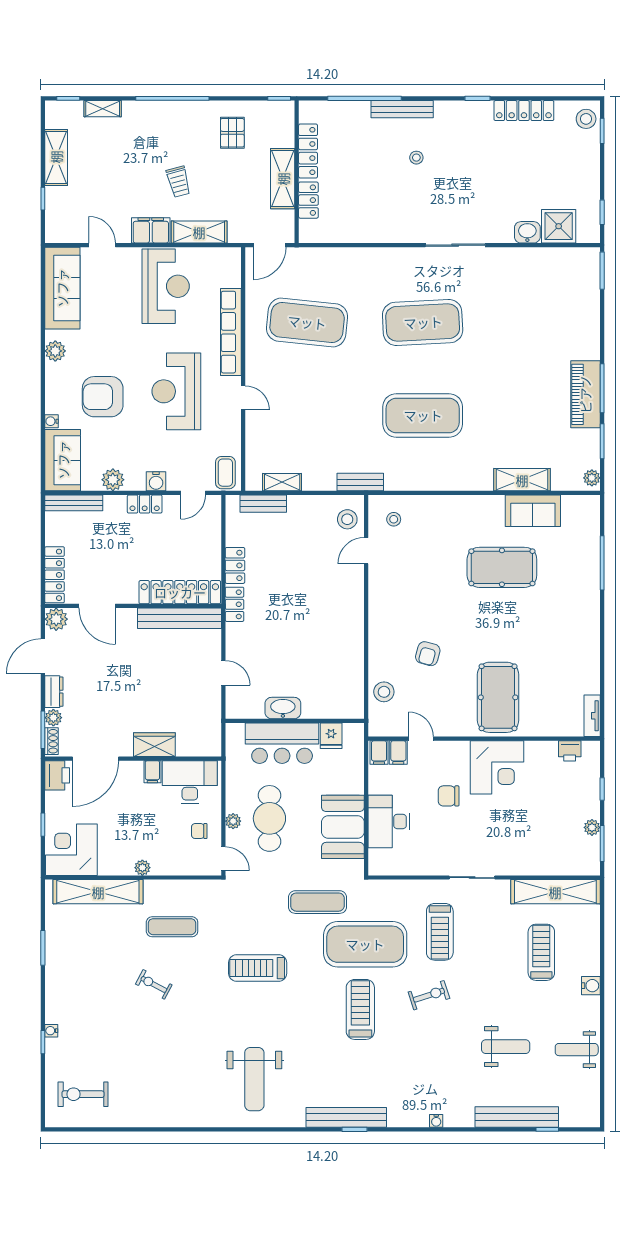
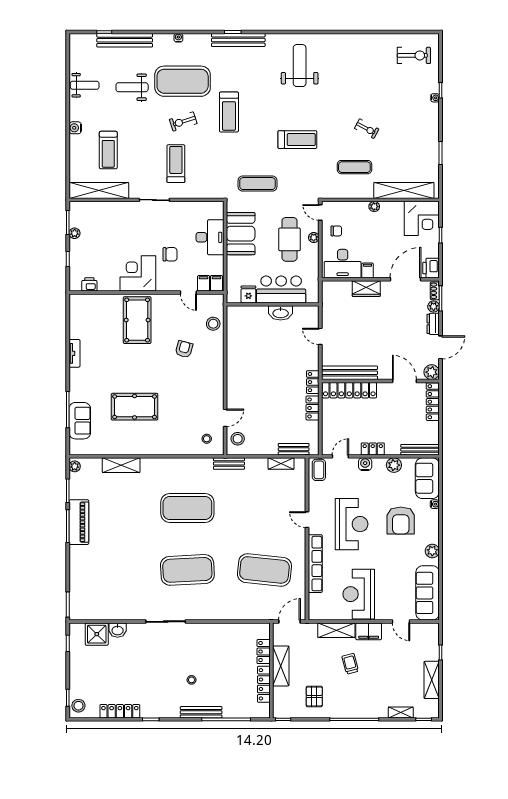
armchair: (103, 397) -> (401, 521), turned 90
sofa: (533, 511) -> (80, 421), moved, turned 90
tv unit: (592, 716) -> (74, 353), moved
exercise mat: (365, 944) -> (183, 81), moved

